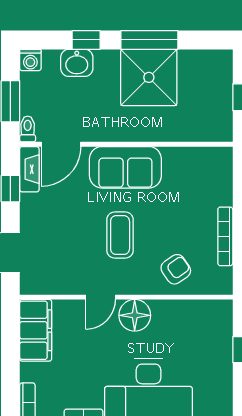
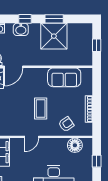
window: (149, 40) -> (54, 19), width x0.69
sofa: (125, 167) -> (64, 77), moved
floor lamp: (135, 315) -> (75, 145), moved

